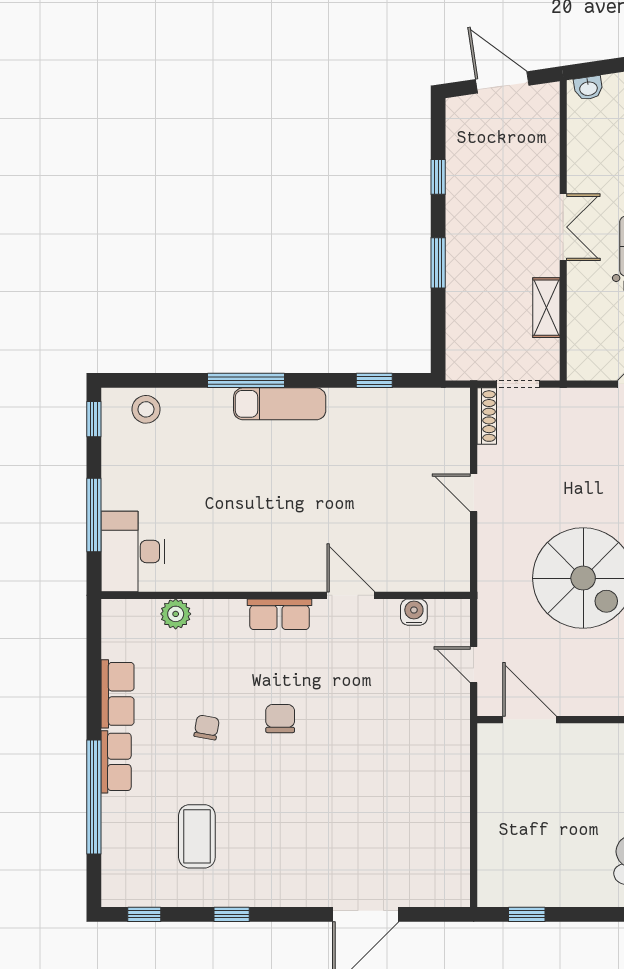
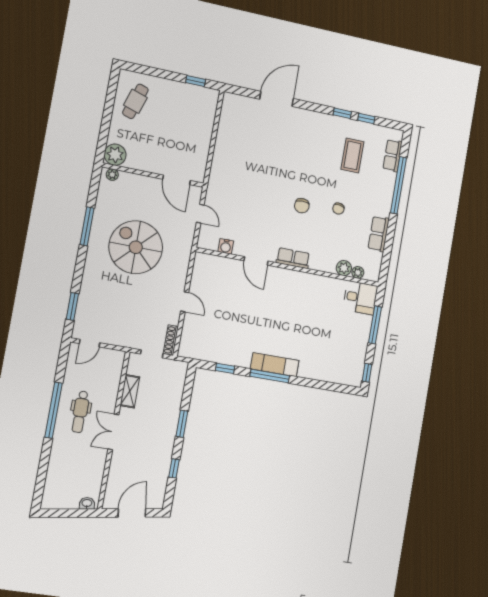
door: (502, 82) -> (132, 513), swing flipped
window: (246, 380) -> (270, 376), moved
stool: (146, 409) -> (341, 373), removed
desk: (133, 551) -> (360, 298), width x0.73
plant: (146, 611) -> (358, 272), added
row of seats: (116, 762) -> (393, 155), moved
window: (144, 914) -> (366, 119), moved

